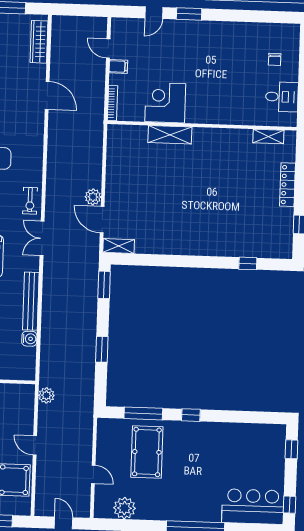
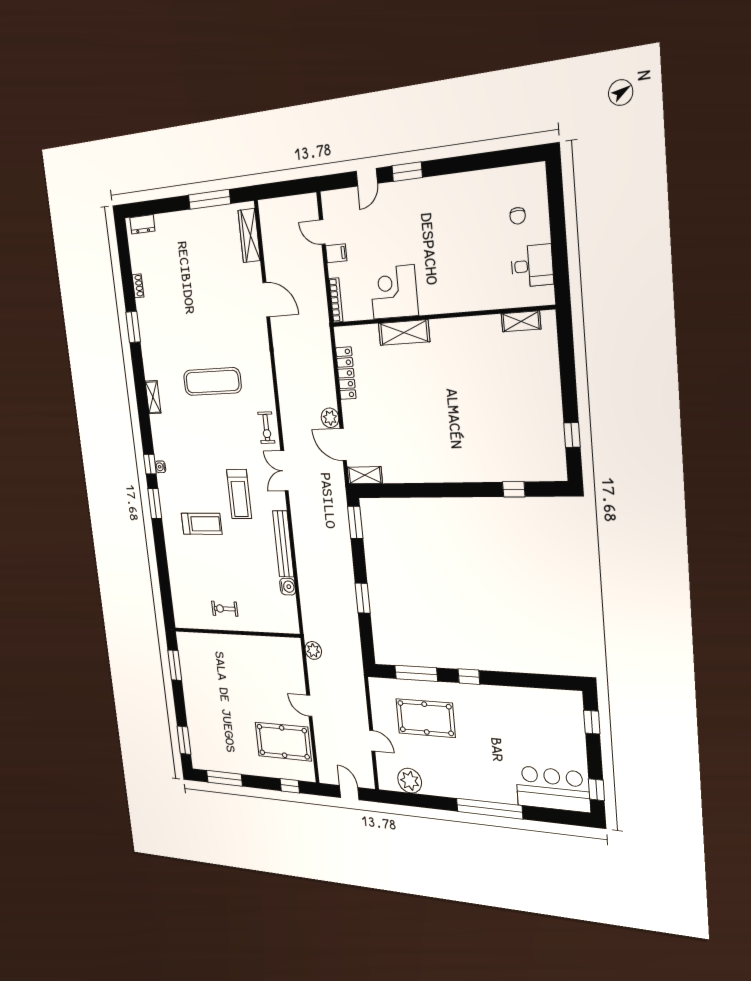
locker: (288, 185) -> (346, 373), moved, turned 180
pool table: (147, 452) -> (426, 718), turned 90

